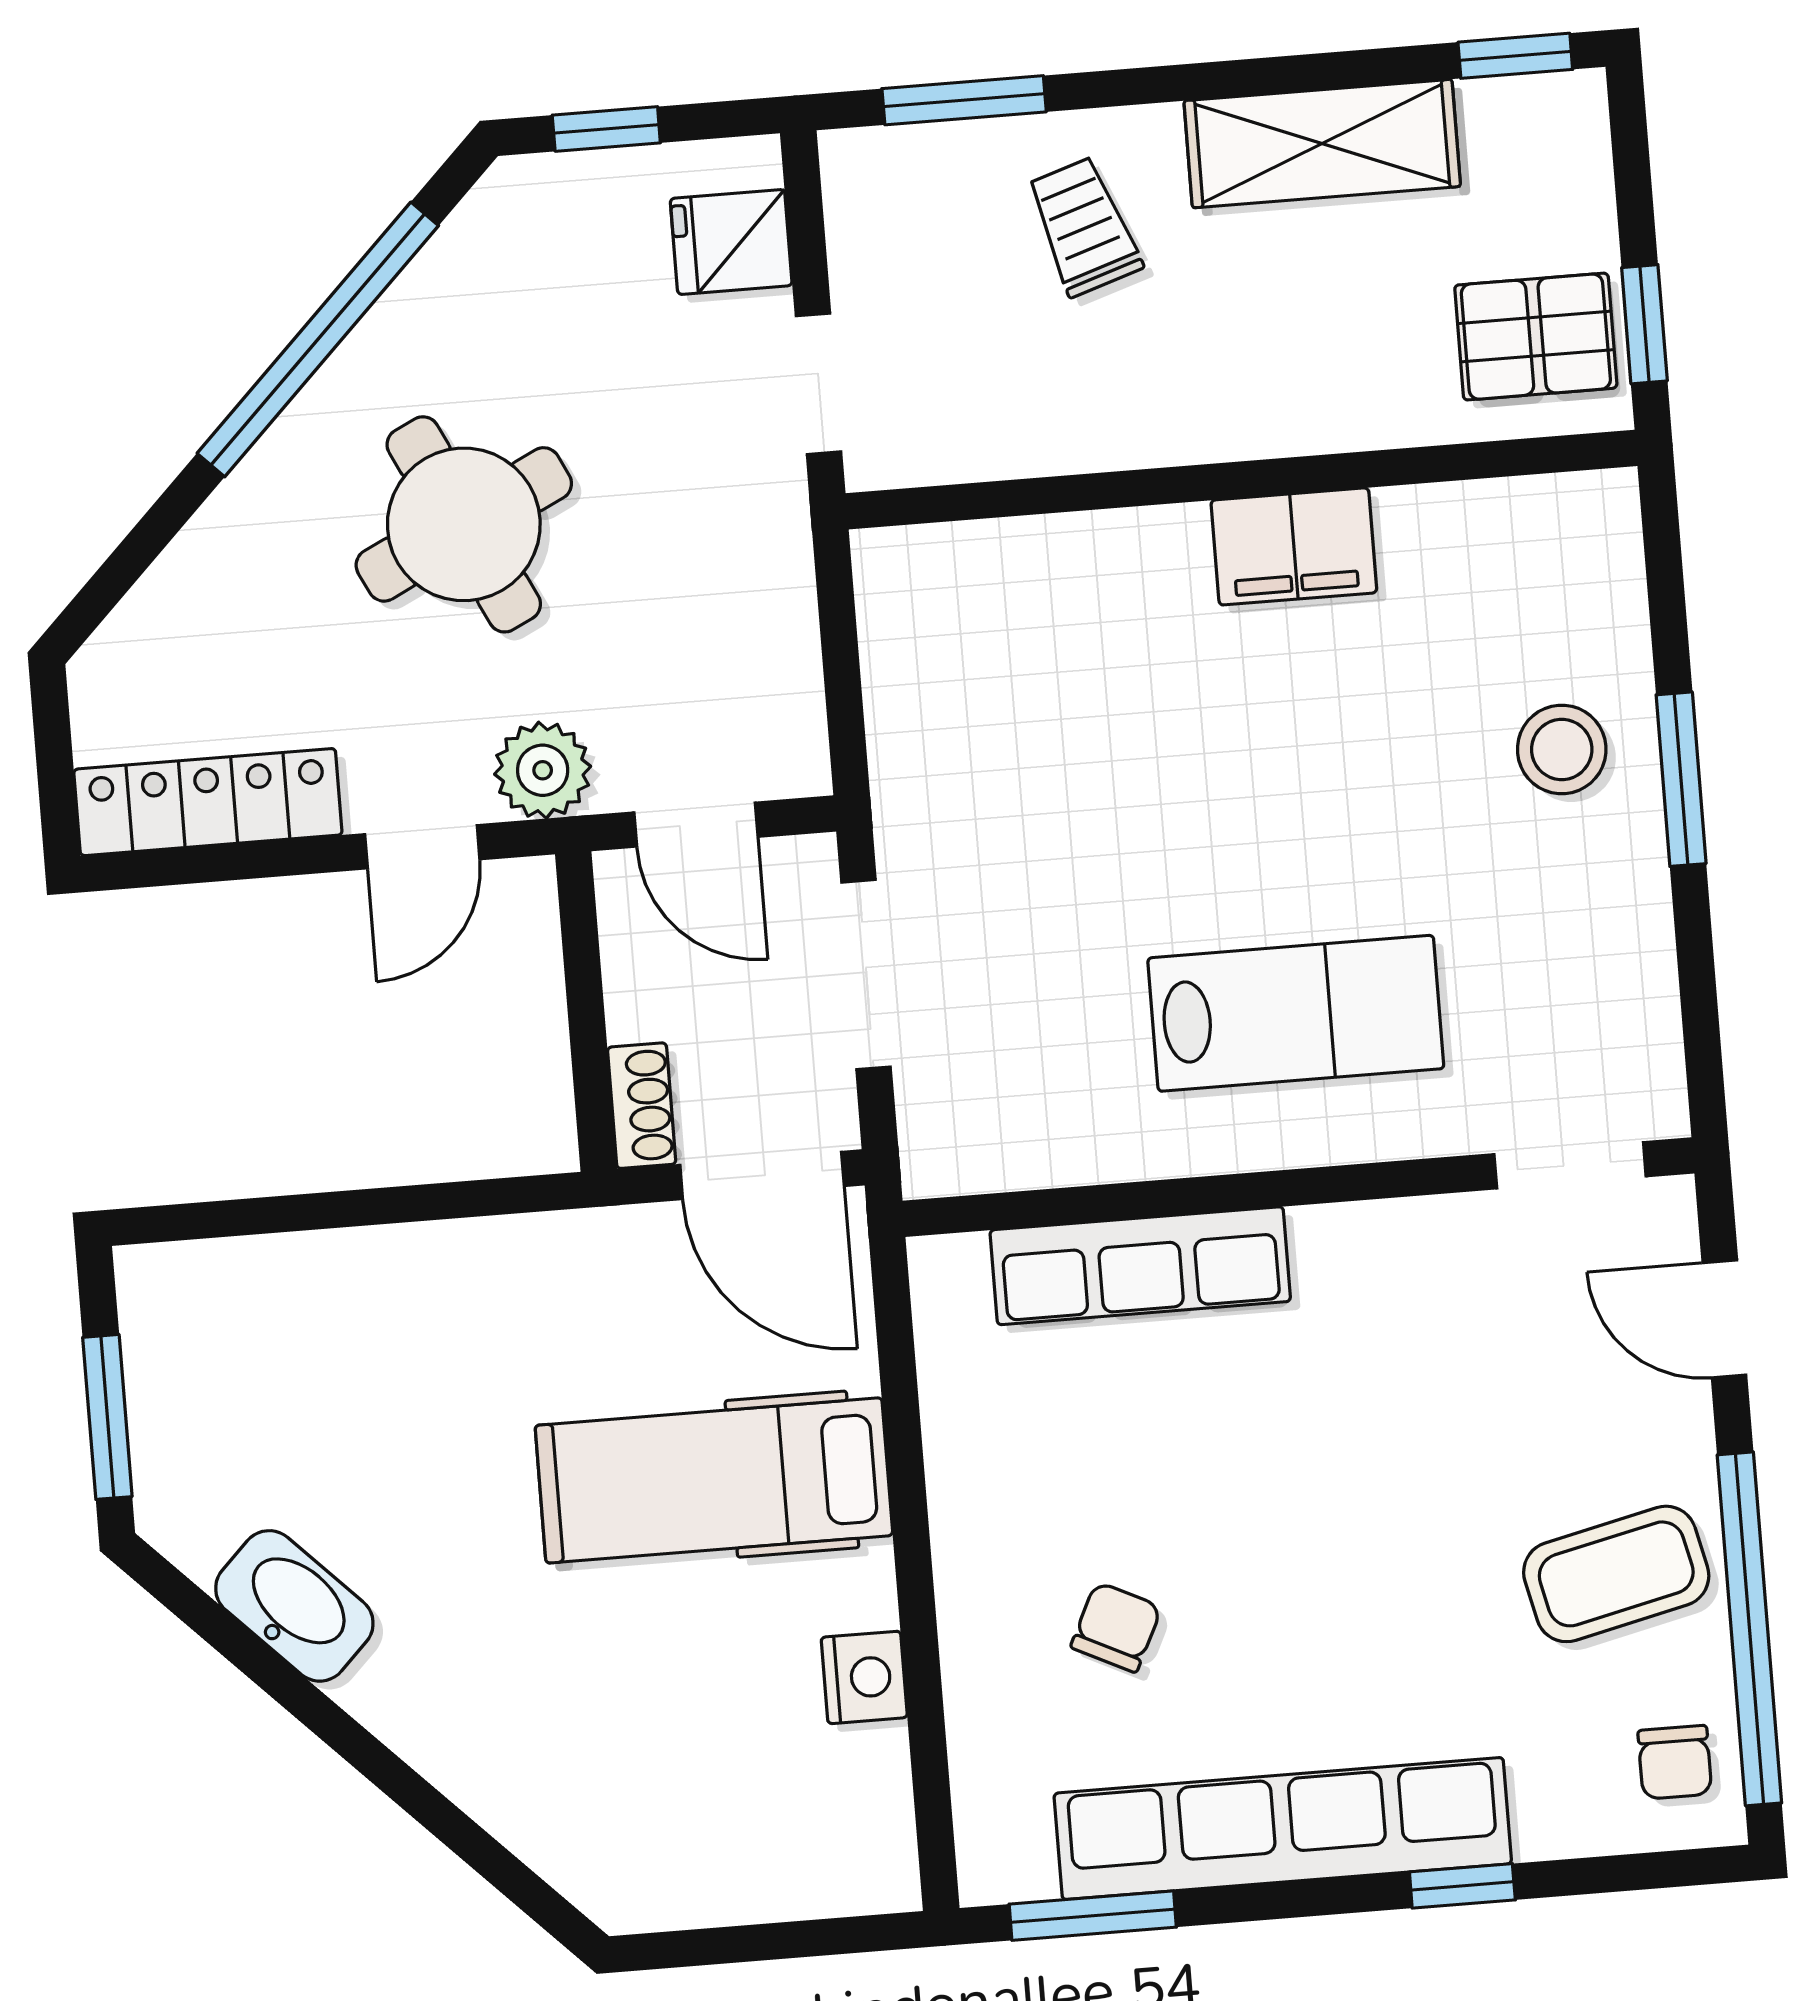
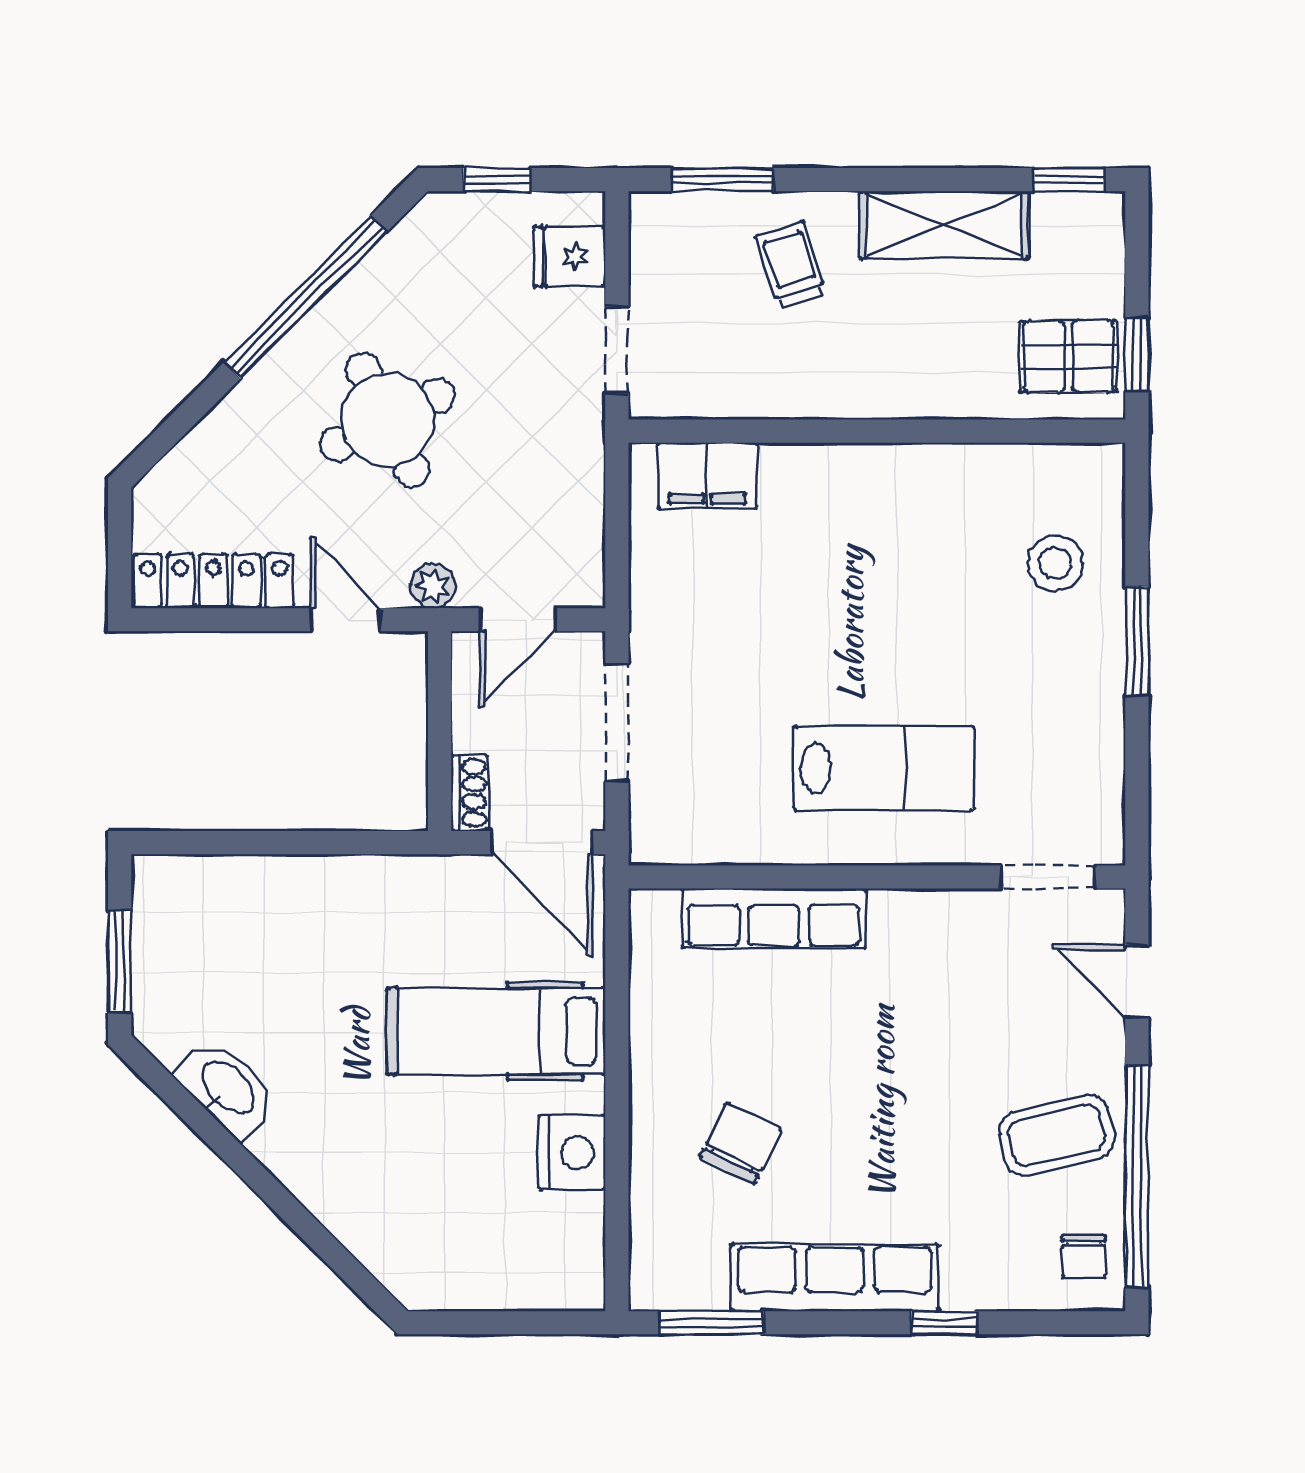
filing cabinet: (1294, 546) -> (707, 476), moved
stool: (1562, 749) -> (1055, 563), moved
plant: (543, 770) -> (433, 586), width x0.73, depth x0.73
door: (696, 825) -> (518, 620), hinge flipped
door: (422, 847) -> (345, 620), swing flipped
chair: (1116, 1627) -> (740, 1143), width x1.37, depth x1.37
nightstand: (864, 1677) -> (572, 1152), width x1.36, depth x1.33
row of seats: (1283, 1828) -> (835, 1278), width x0.73

